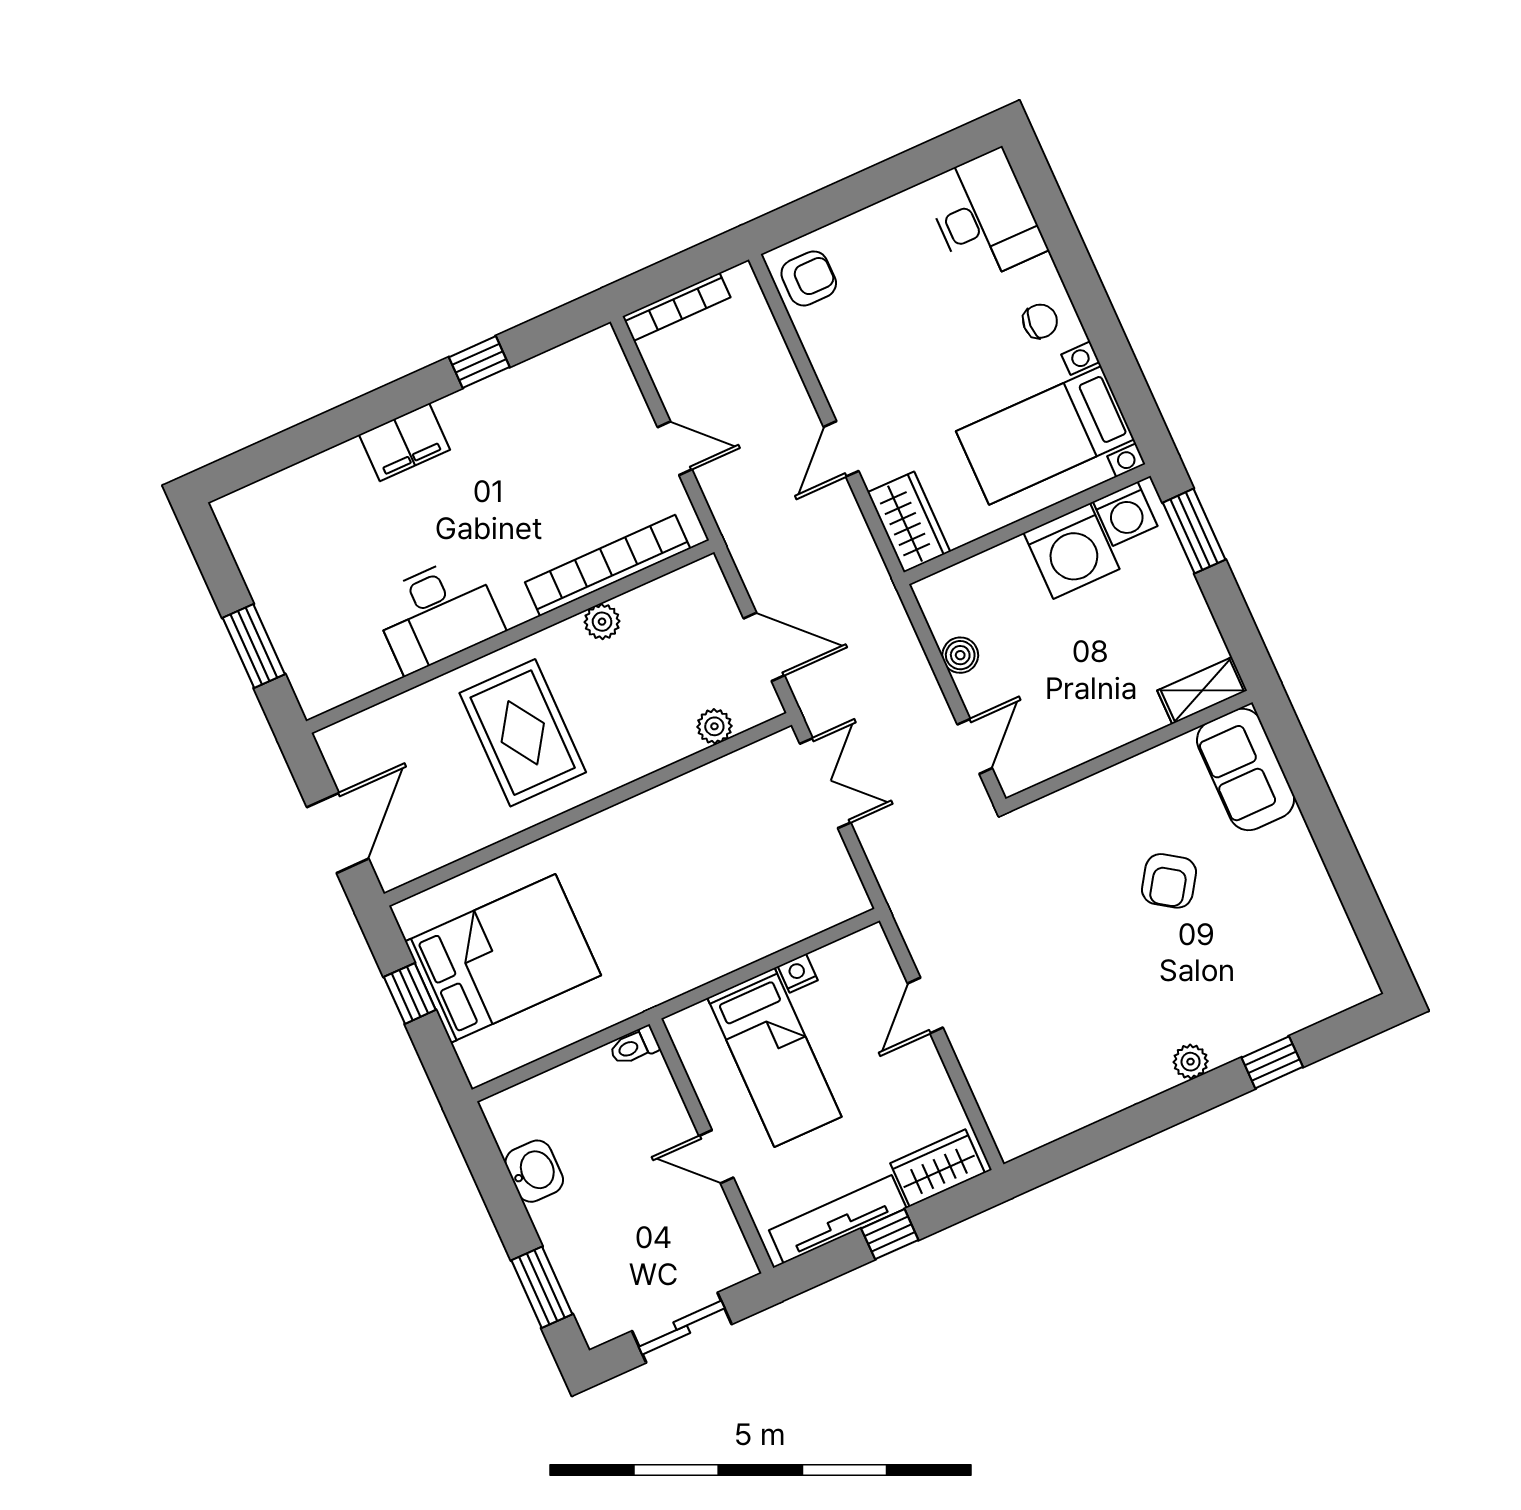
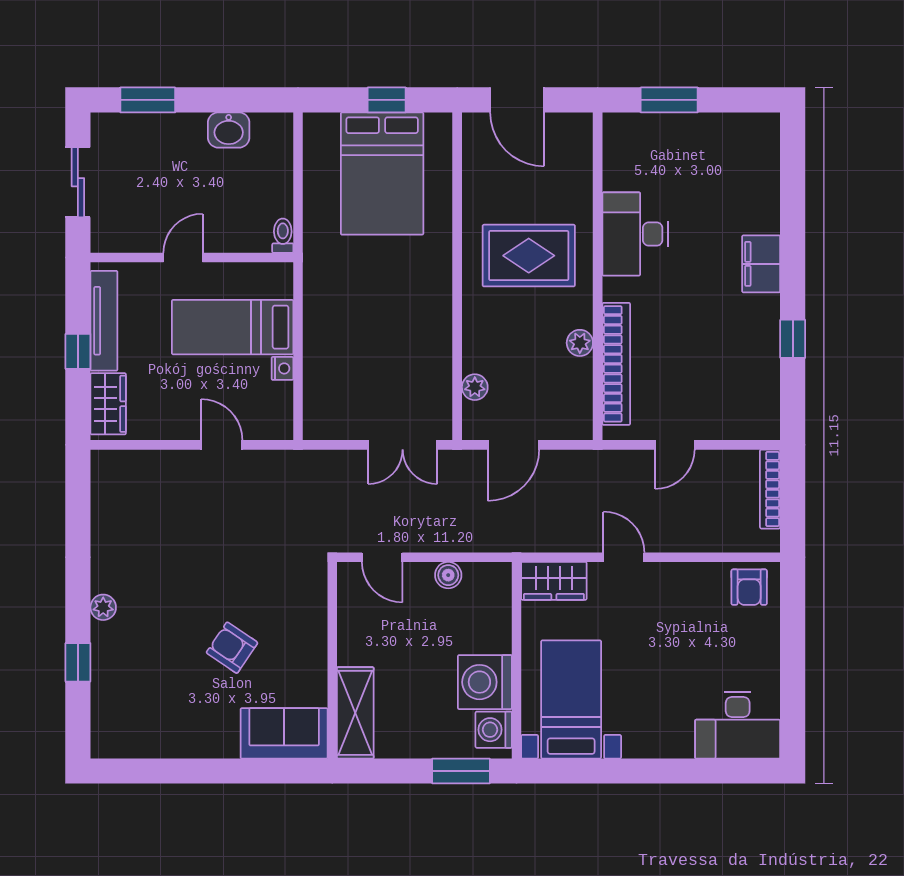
chair: (1040, 321) -> (650, 731), removed
shelving: (1202, 691) -> (355, 713), width x1.50, depth x1.33

